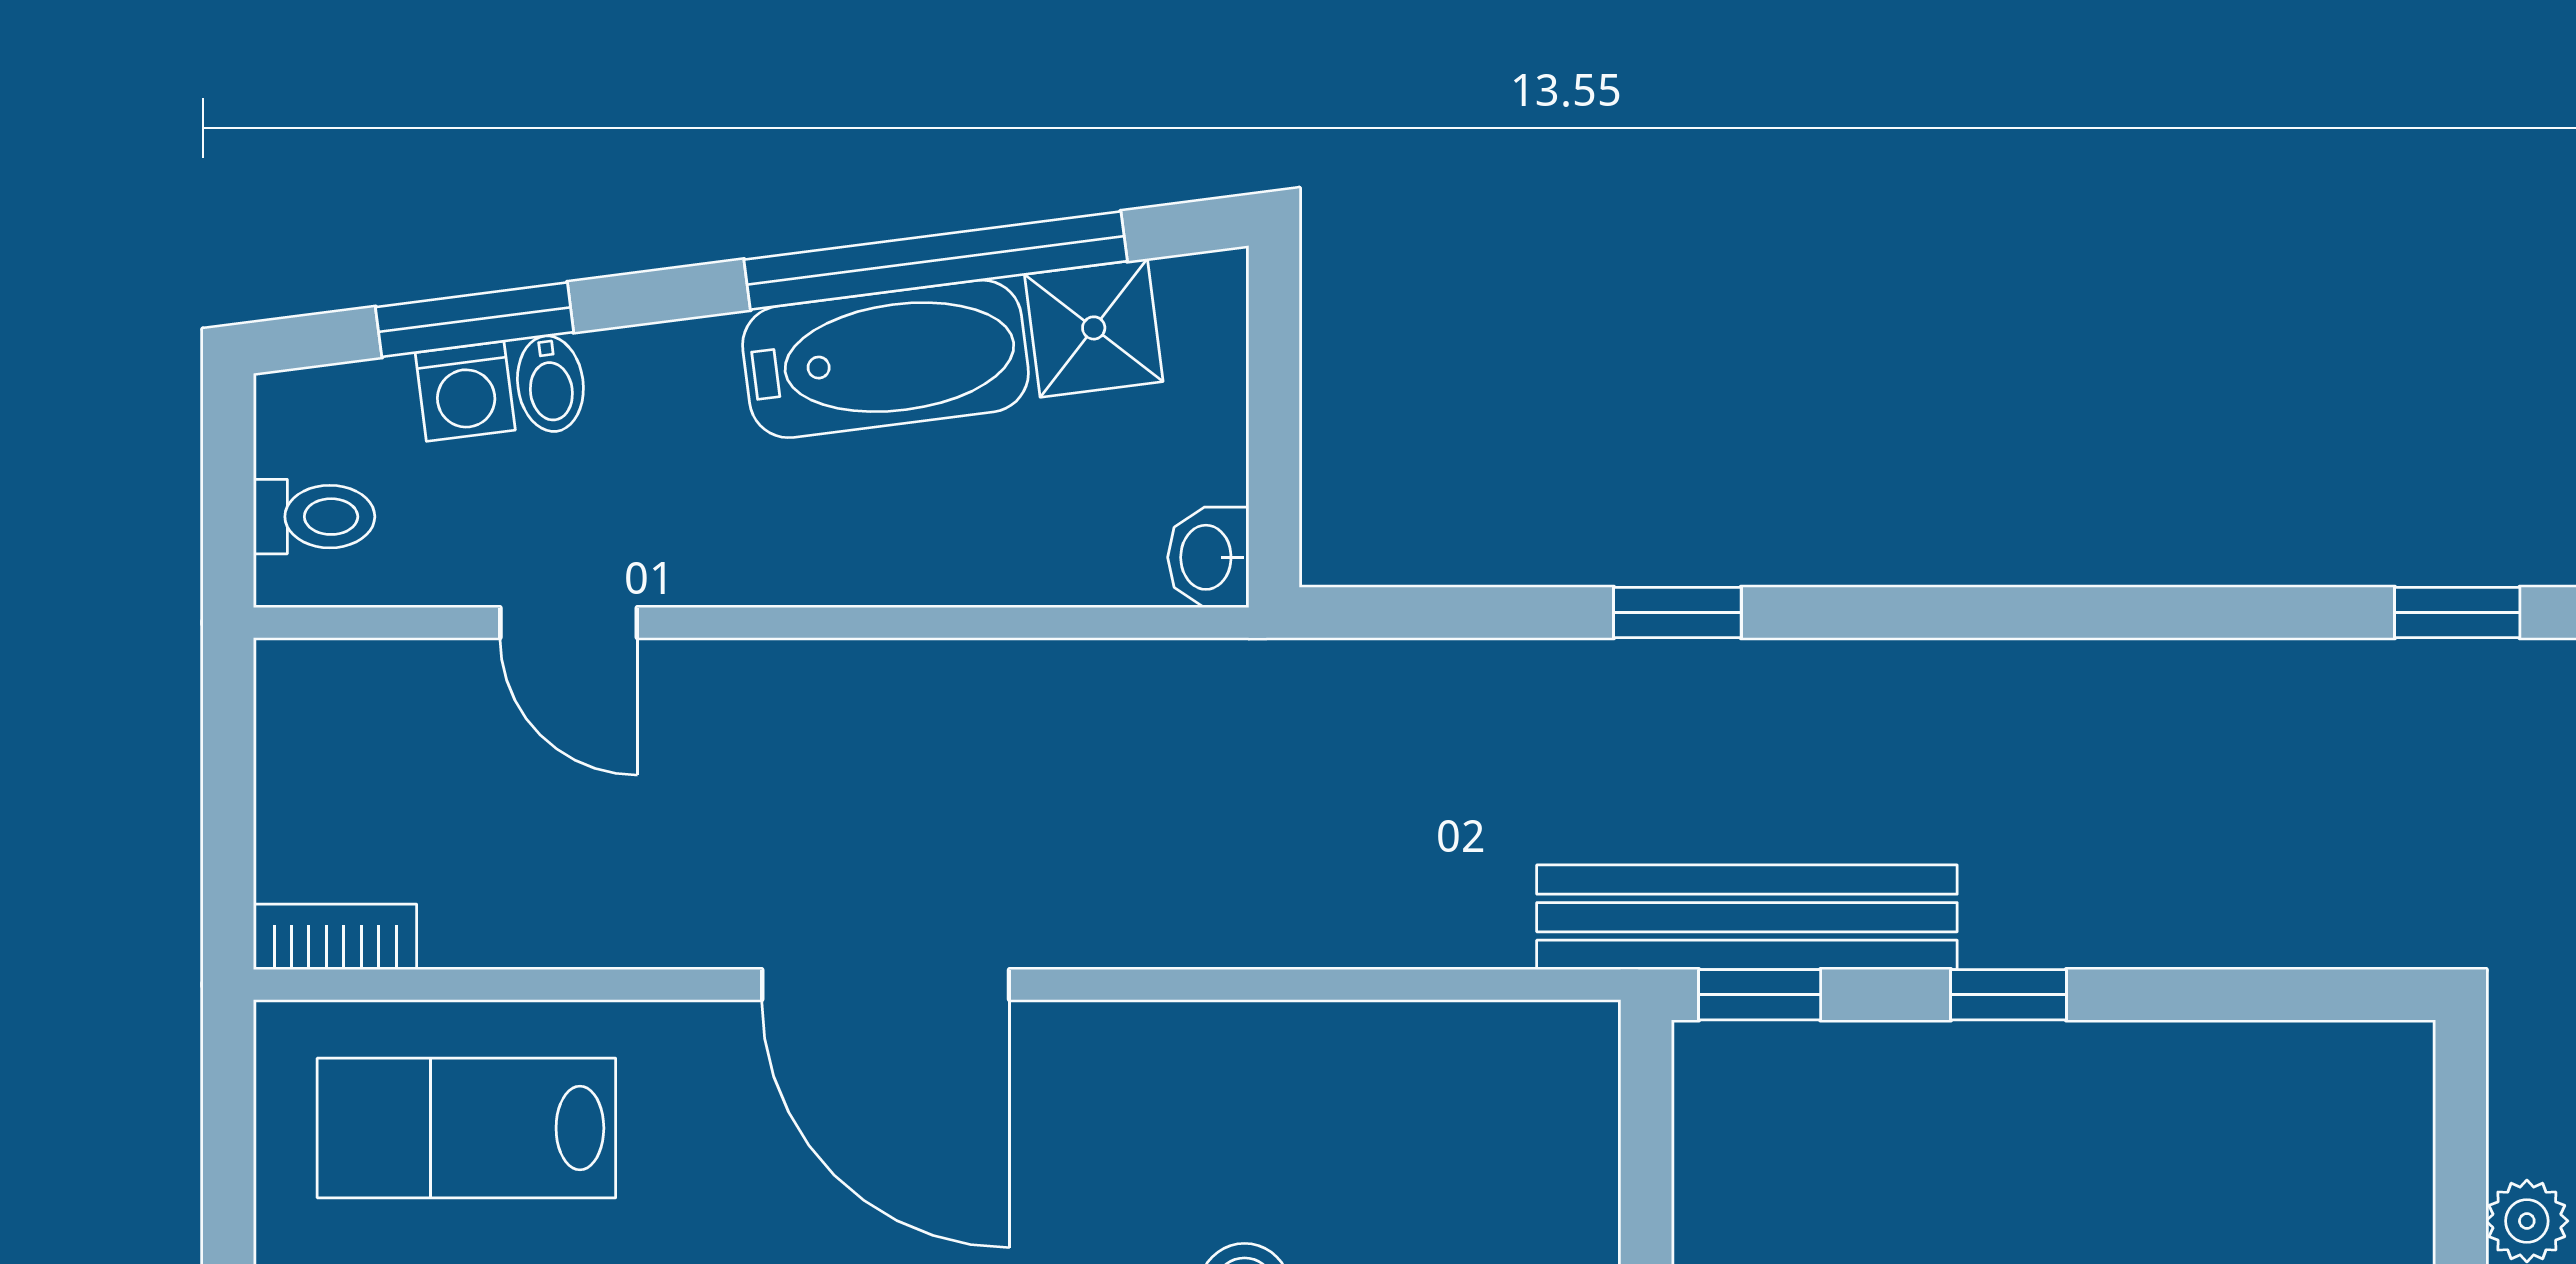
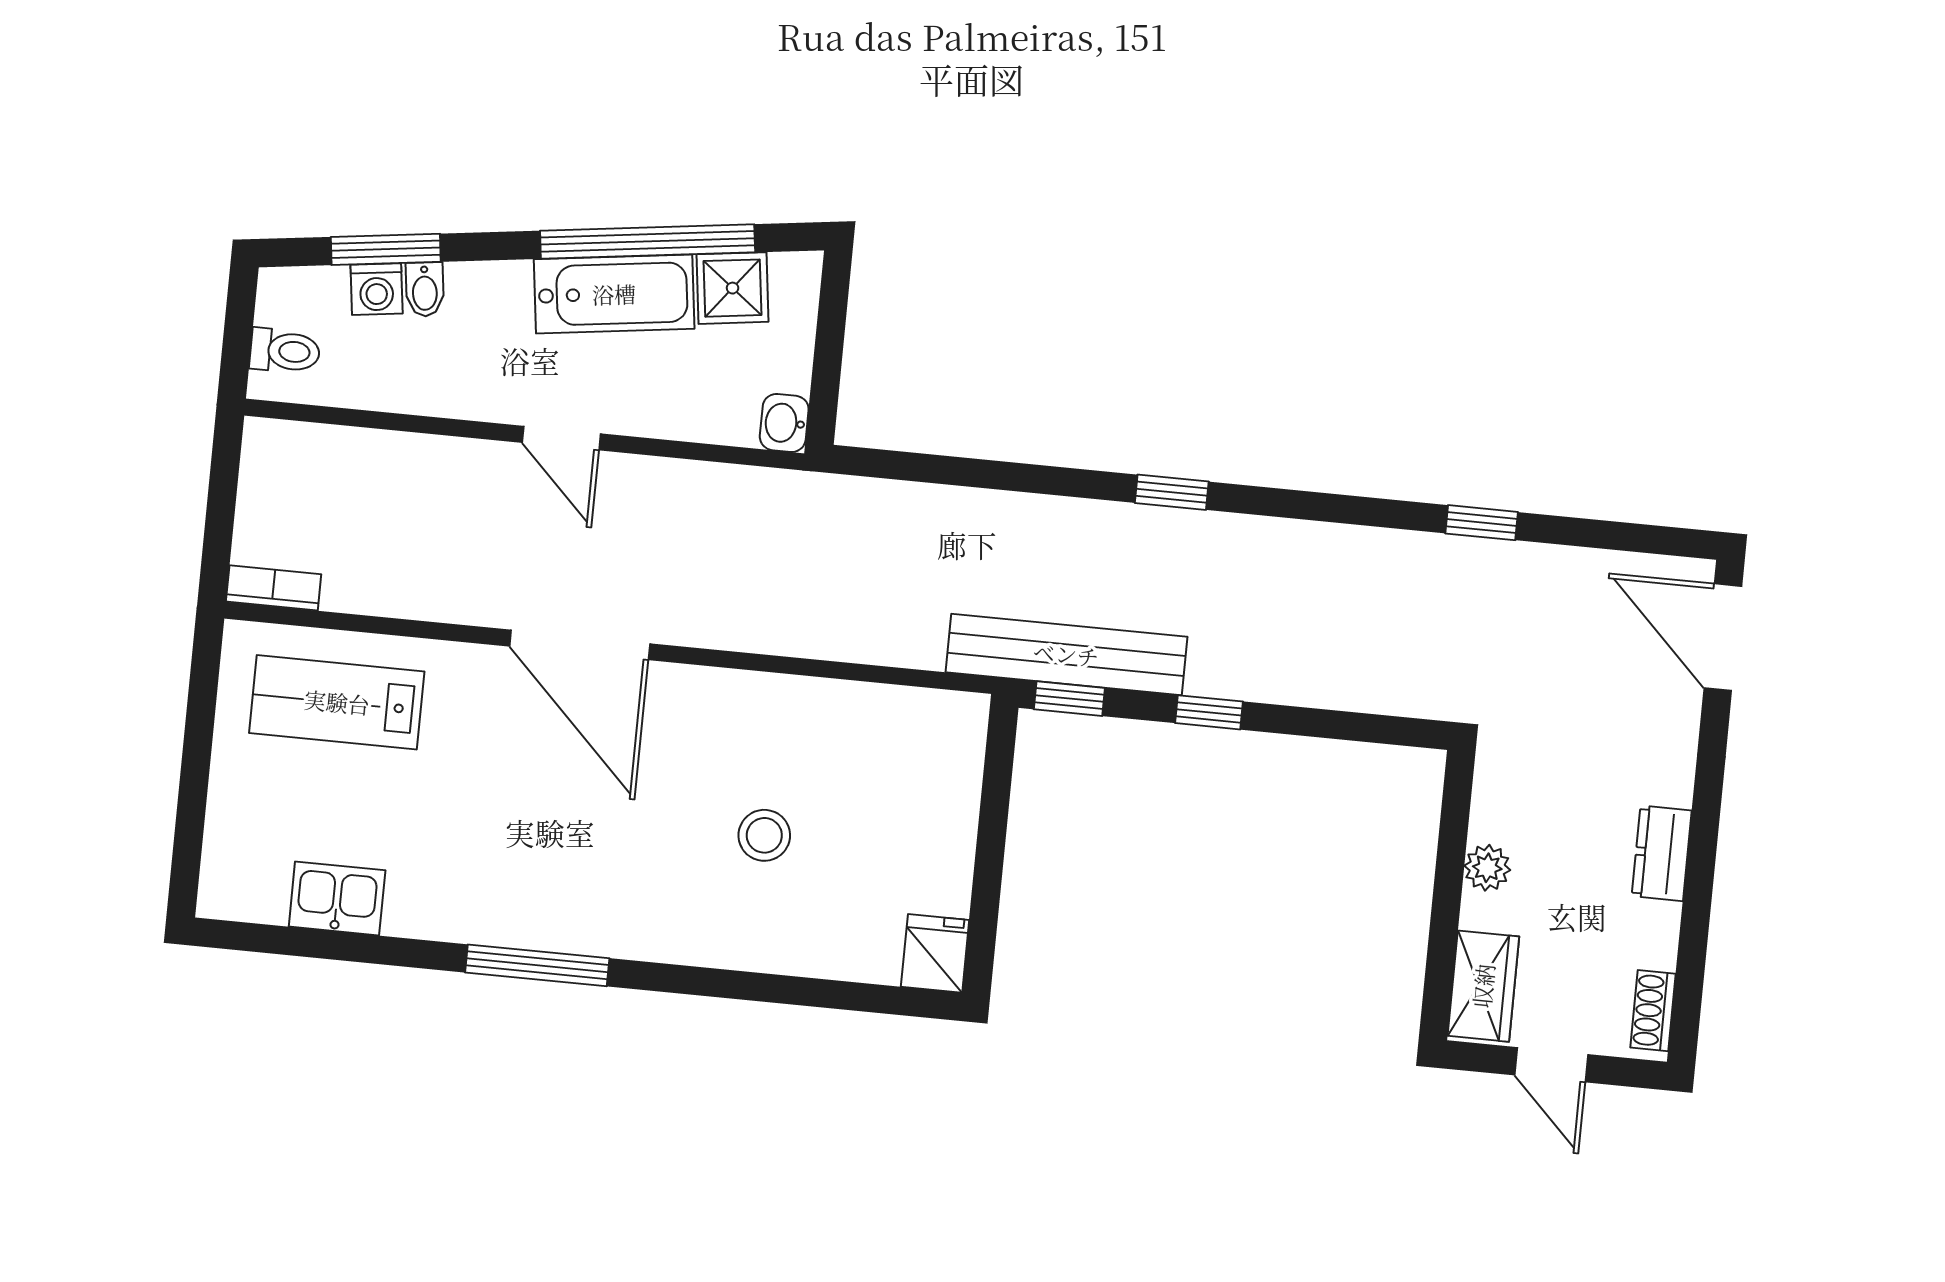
window: (1677, 613) -> (1172, 492), moved
door: (569, 623) -> (561, 438), moved

